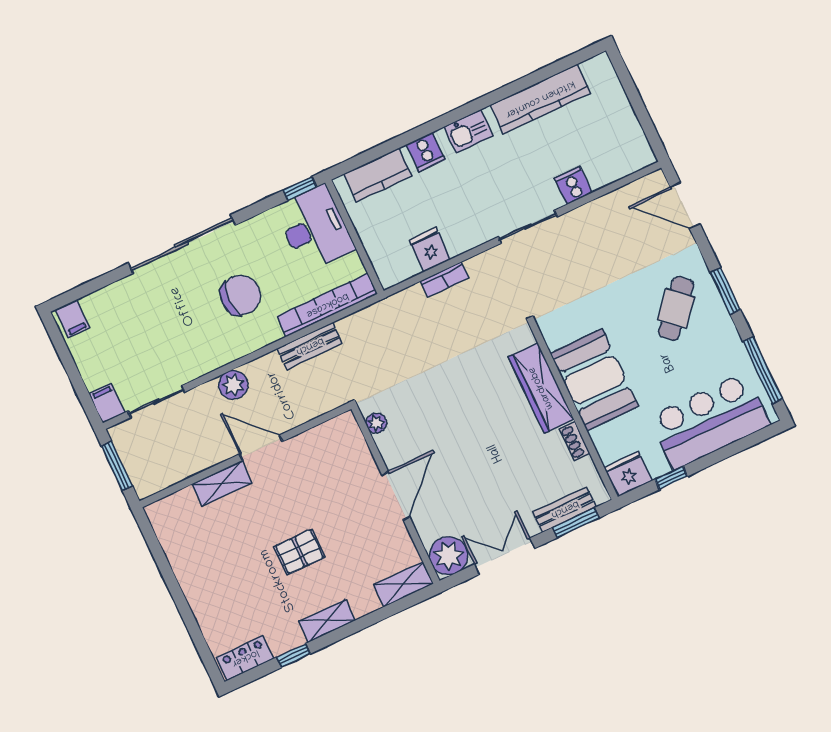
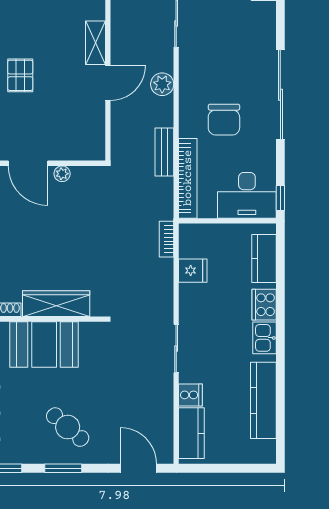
cooker: (426, 152) -> (264, 305), width x1.36
kitchen counter: (616, 164) -> (191, 433), added
door: (685, 205) -> (138, 468), hinge flipped
bookcase: (444, 280) -> (166, 239), moved
plant: (376, 423) -> (62, 174), moved

